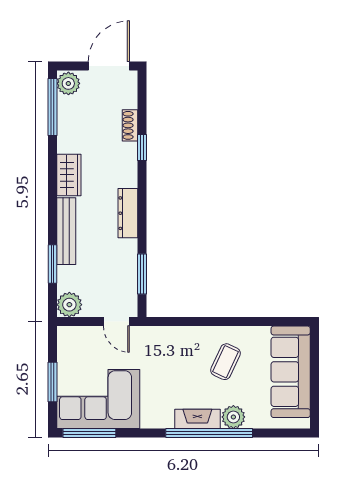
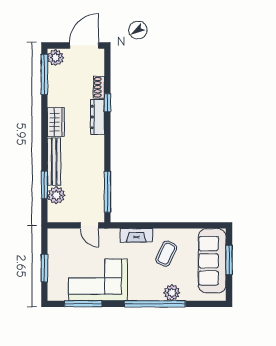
dresser: (128, 213) -> (97, 117), moved
window: (142, 274) -> (107, 192), width x1.44
plant: (69, 305) -> (56, 195), moved
window: (314, 371) -> (229, 260), added
corner sofa: (98, 399) -> (98, 280), moved
fireplace: (197, 419) -> (136, 235), moved, turned 180
window: (89, 433) -> (83, 304), moved

